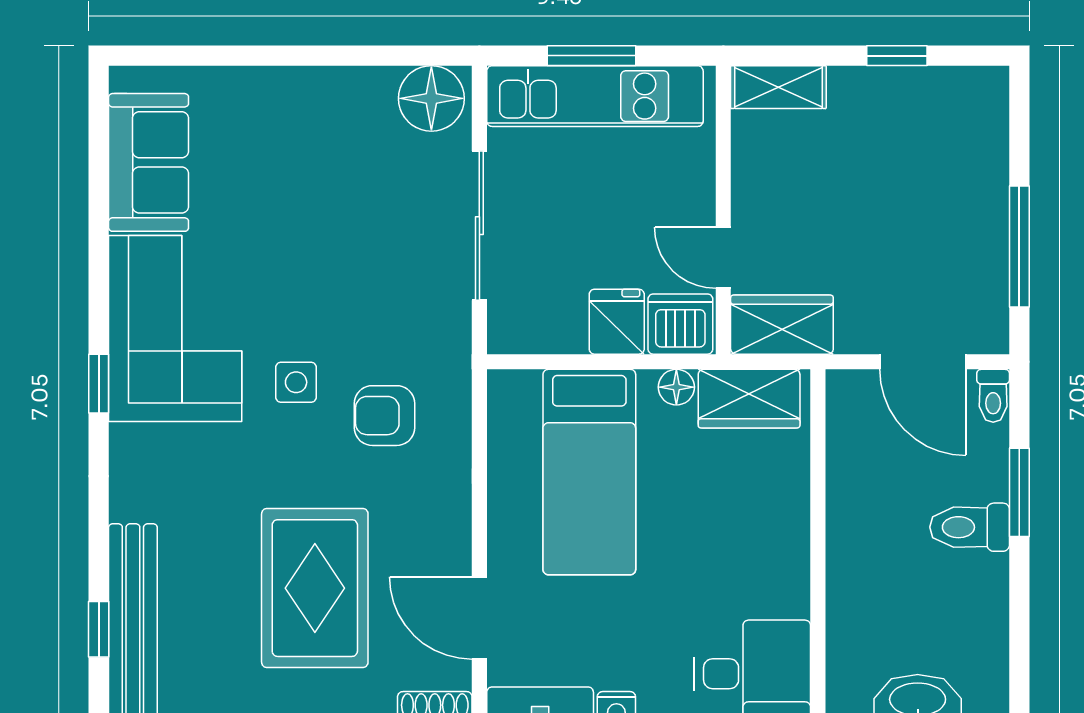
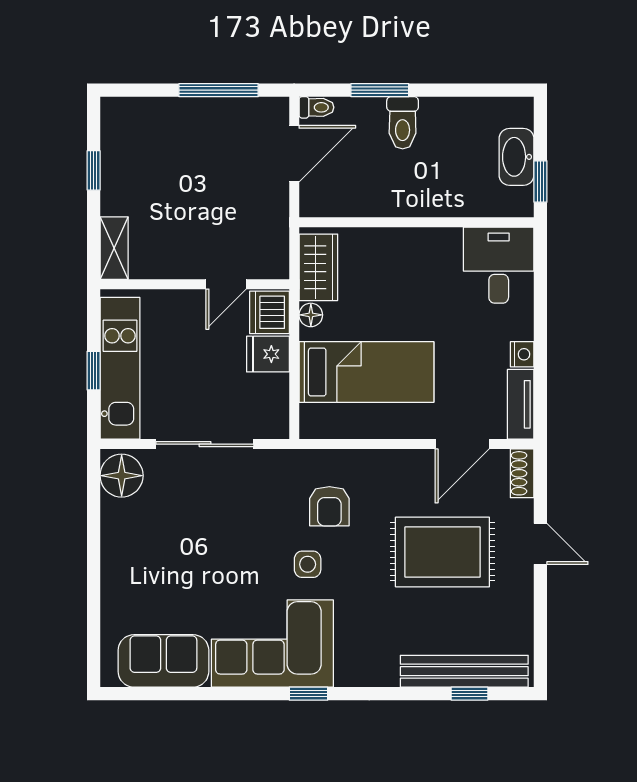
window: (592, 56) -> (94, 371), width x0.67
wardrobe: (782, 325) -> (270, 246), removed

